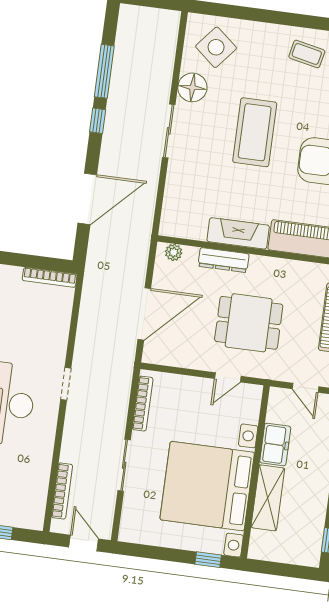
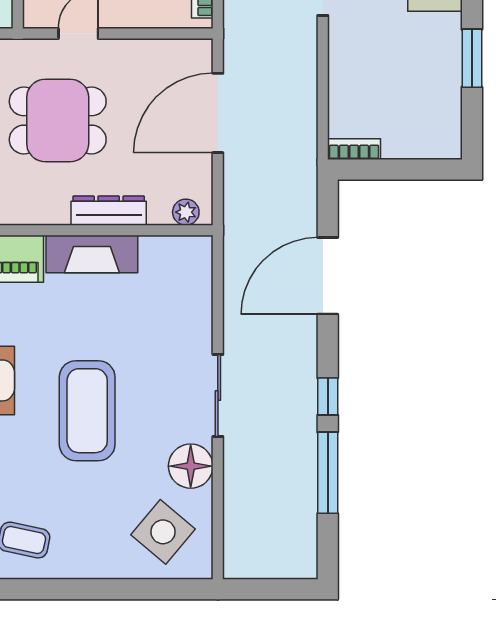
bookcase: (50, 277) -> (354, 149), width x0.64

